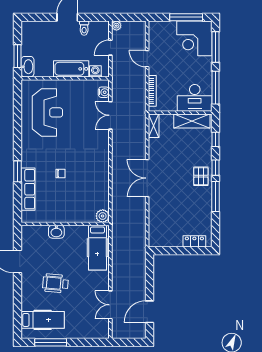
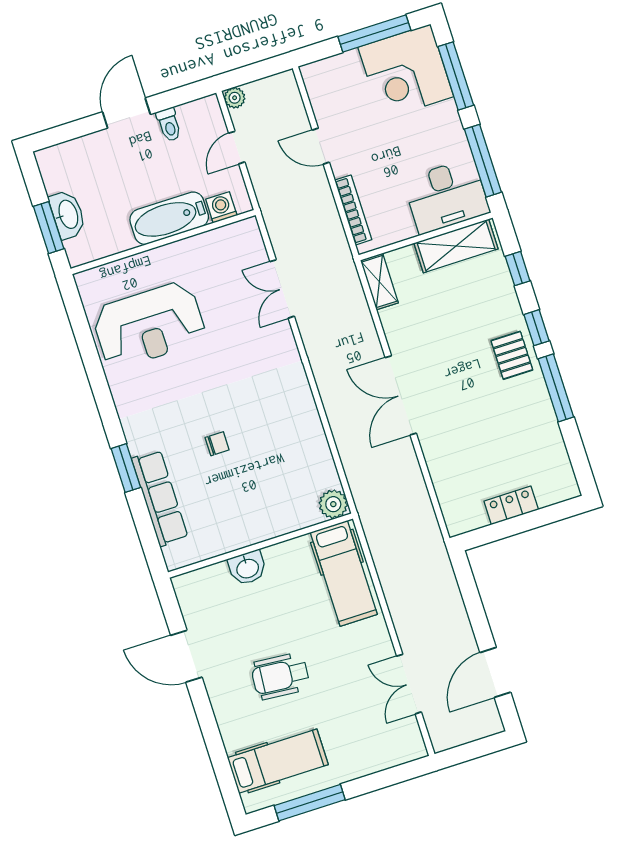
washbasin: (27, 67) -> (68, 215), moved
water cooler: (104, 92) -> (253, 245), removed
reception desk: (47, 112) -> (149, 325), turned 90
locker: (194, 241) -> (511, 505), moved

